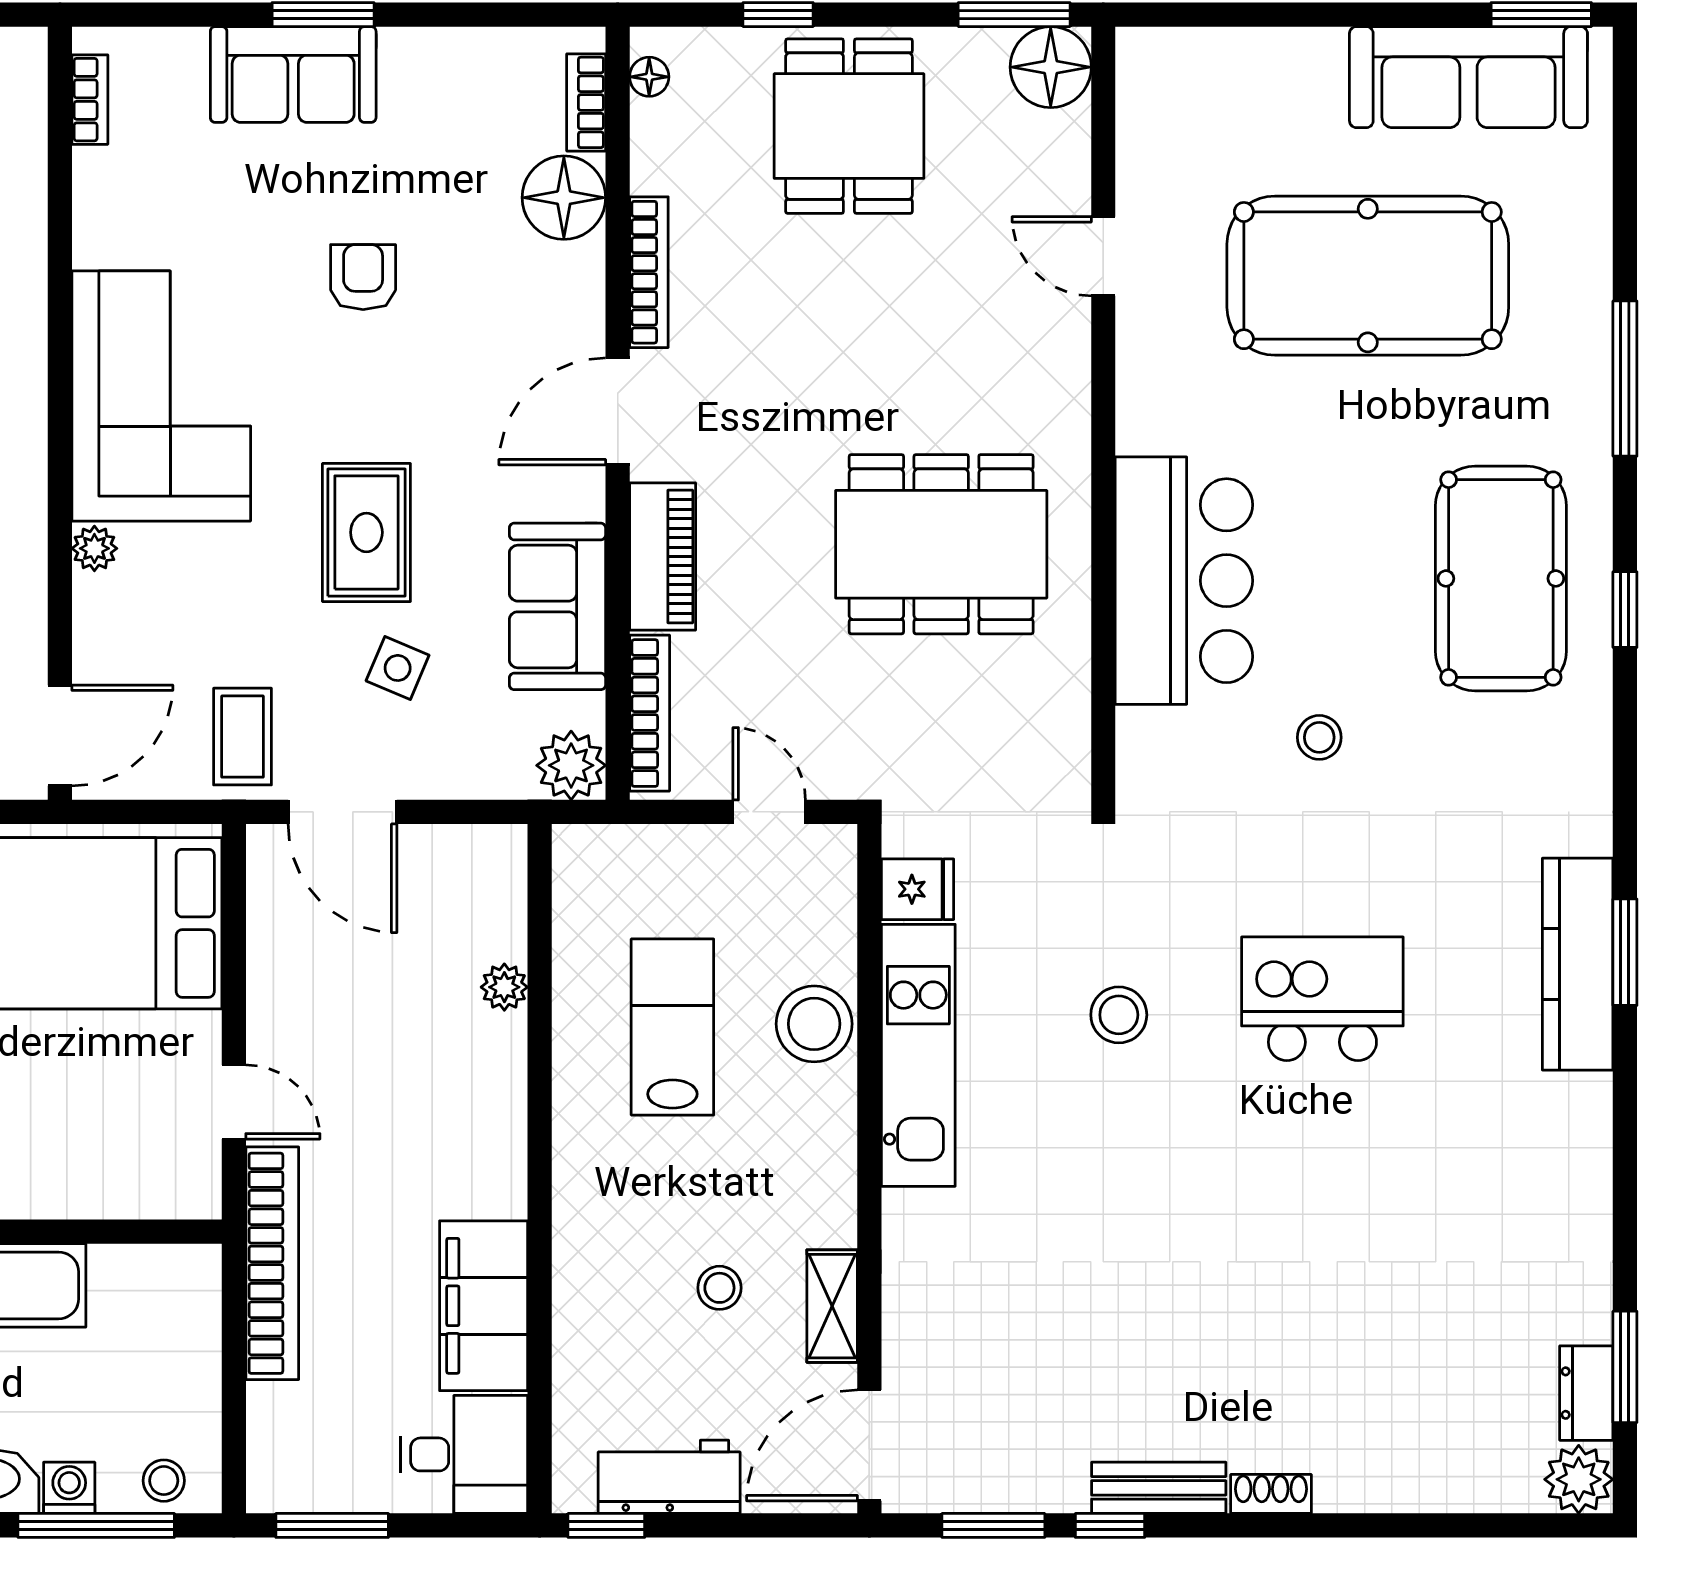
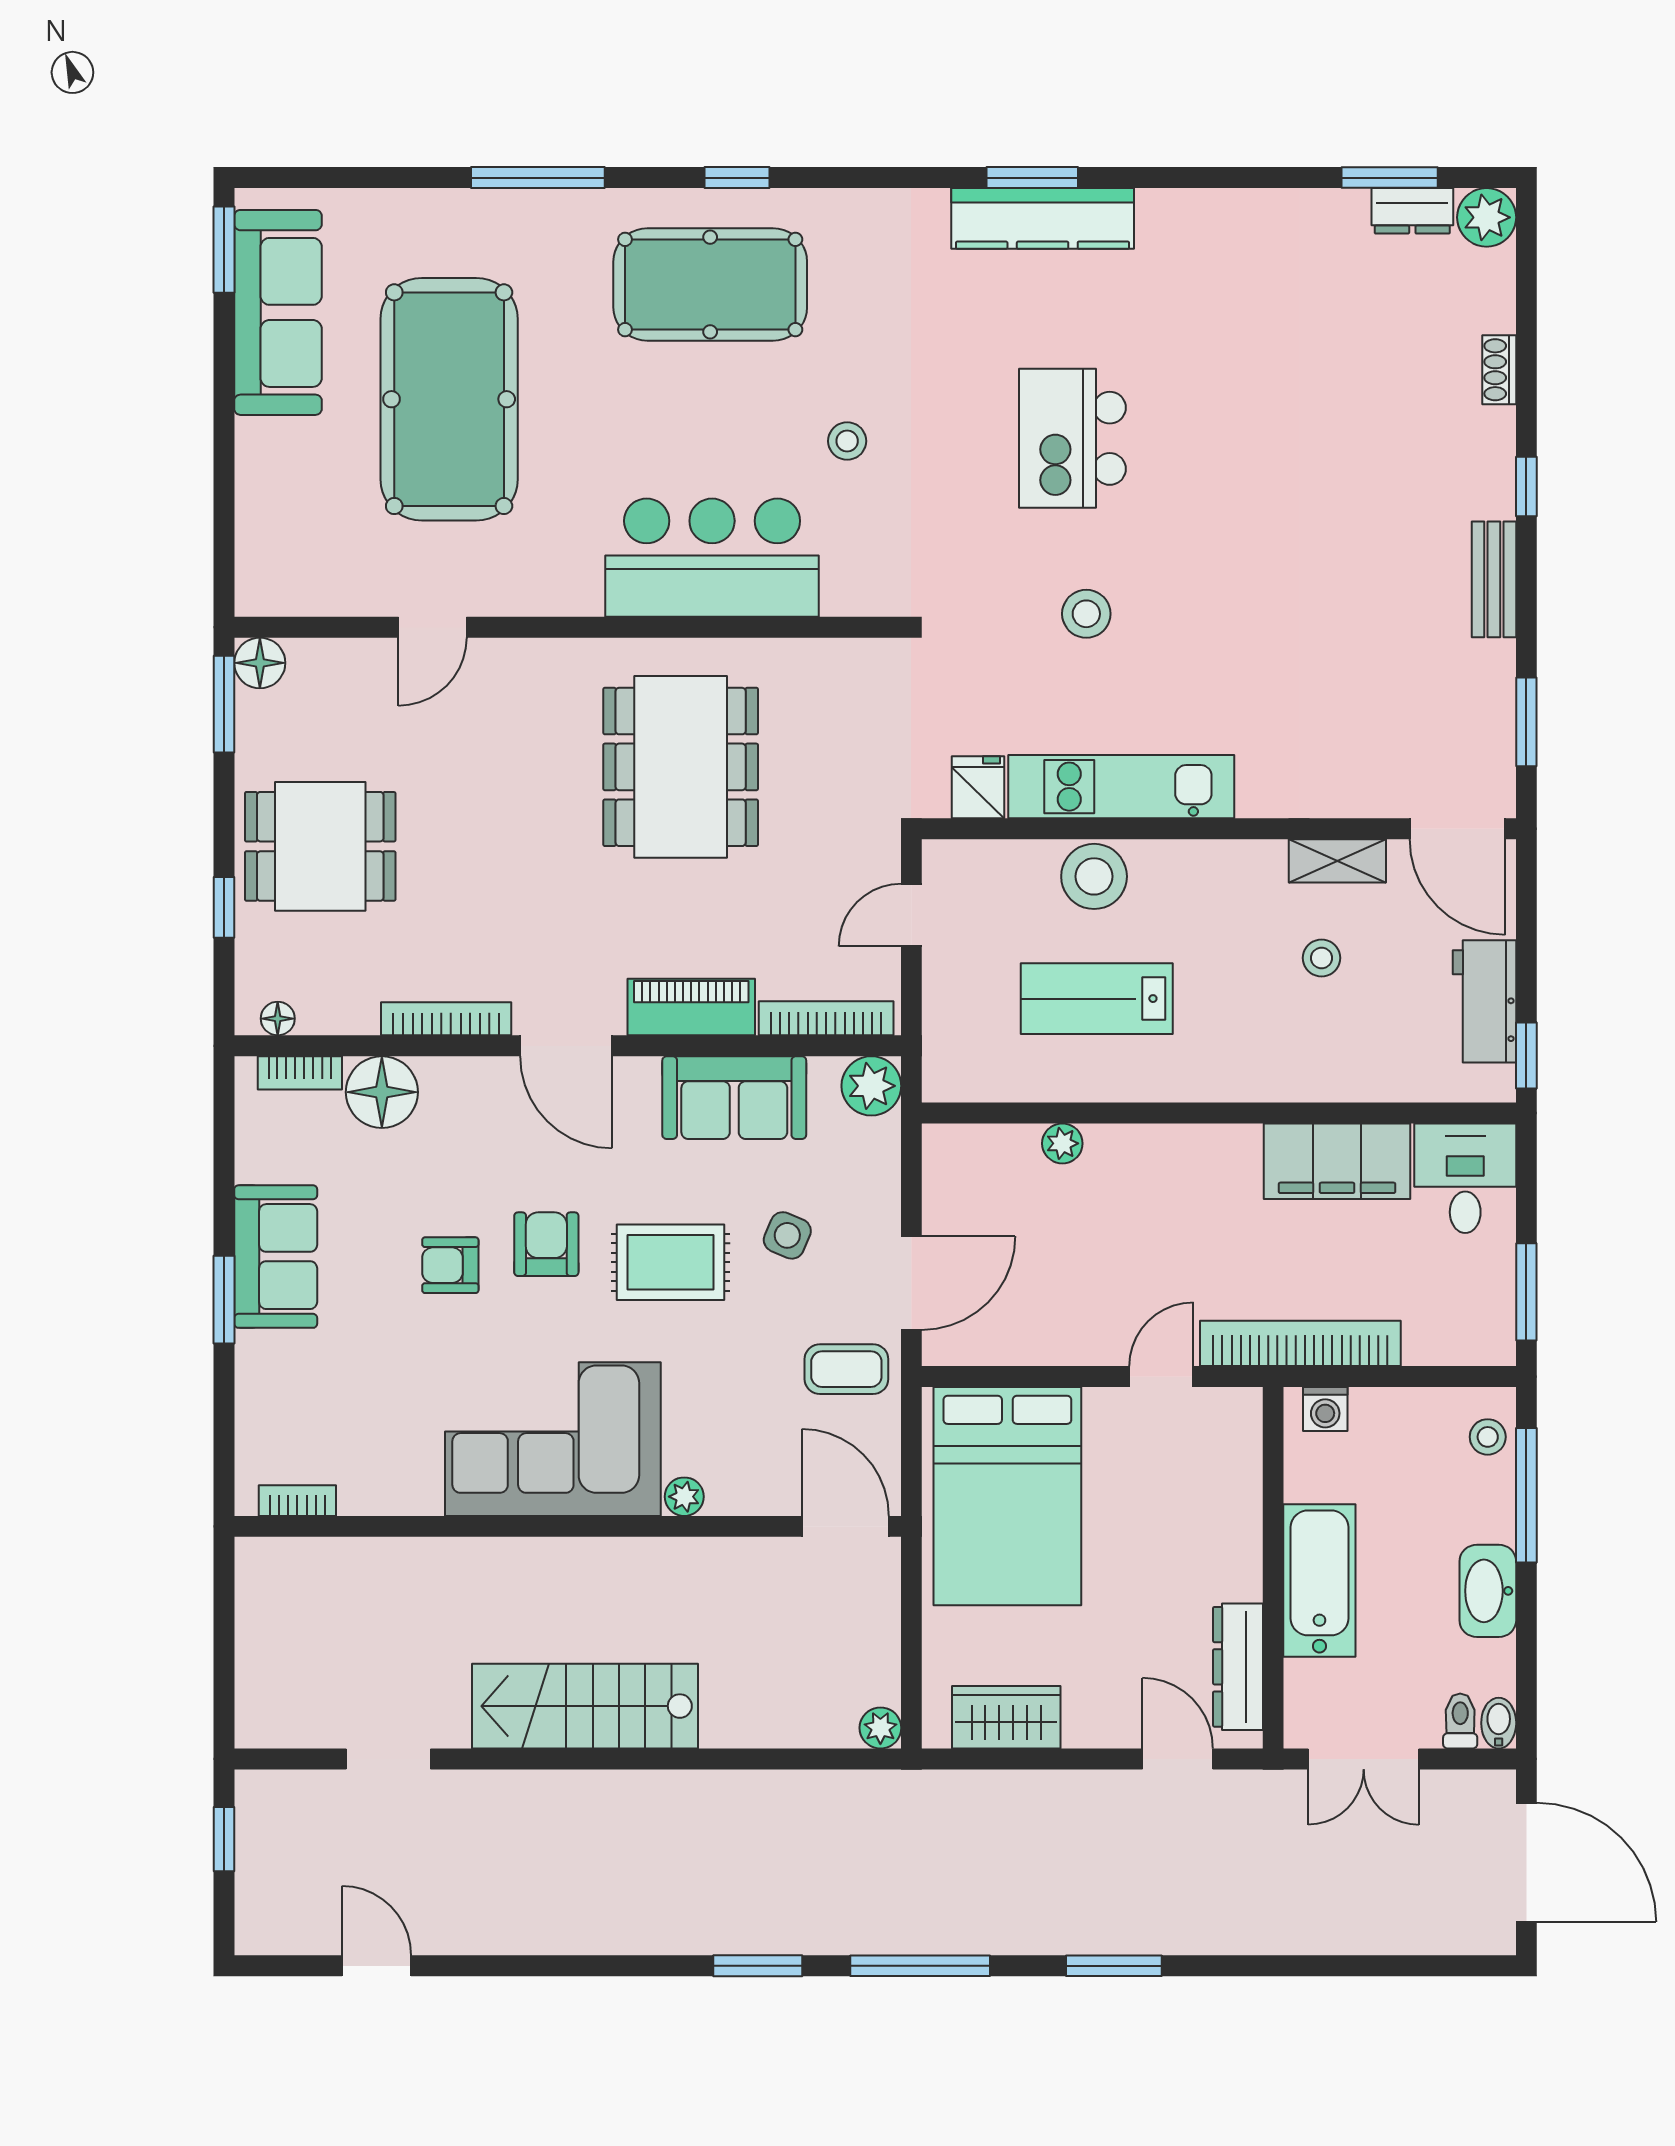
floor lamp: (1051, 67) -> (260, 663), width x0.73, depth x0.73
sofa: (293, 74) -> (276, 1257), moved
armchair: (387, 388) -> (546, 1244), added
washing machine: (69, 1488) -> (1325, 1409), moved, turned -90
shoe rack: (1271, 1494) -> (1499, 370), moved
window: (1110, 1525) -> (1526, 486), moved

